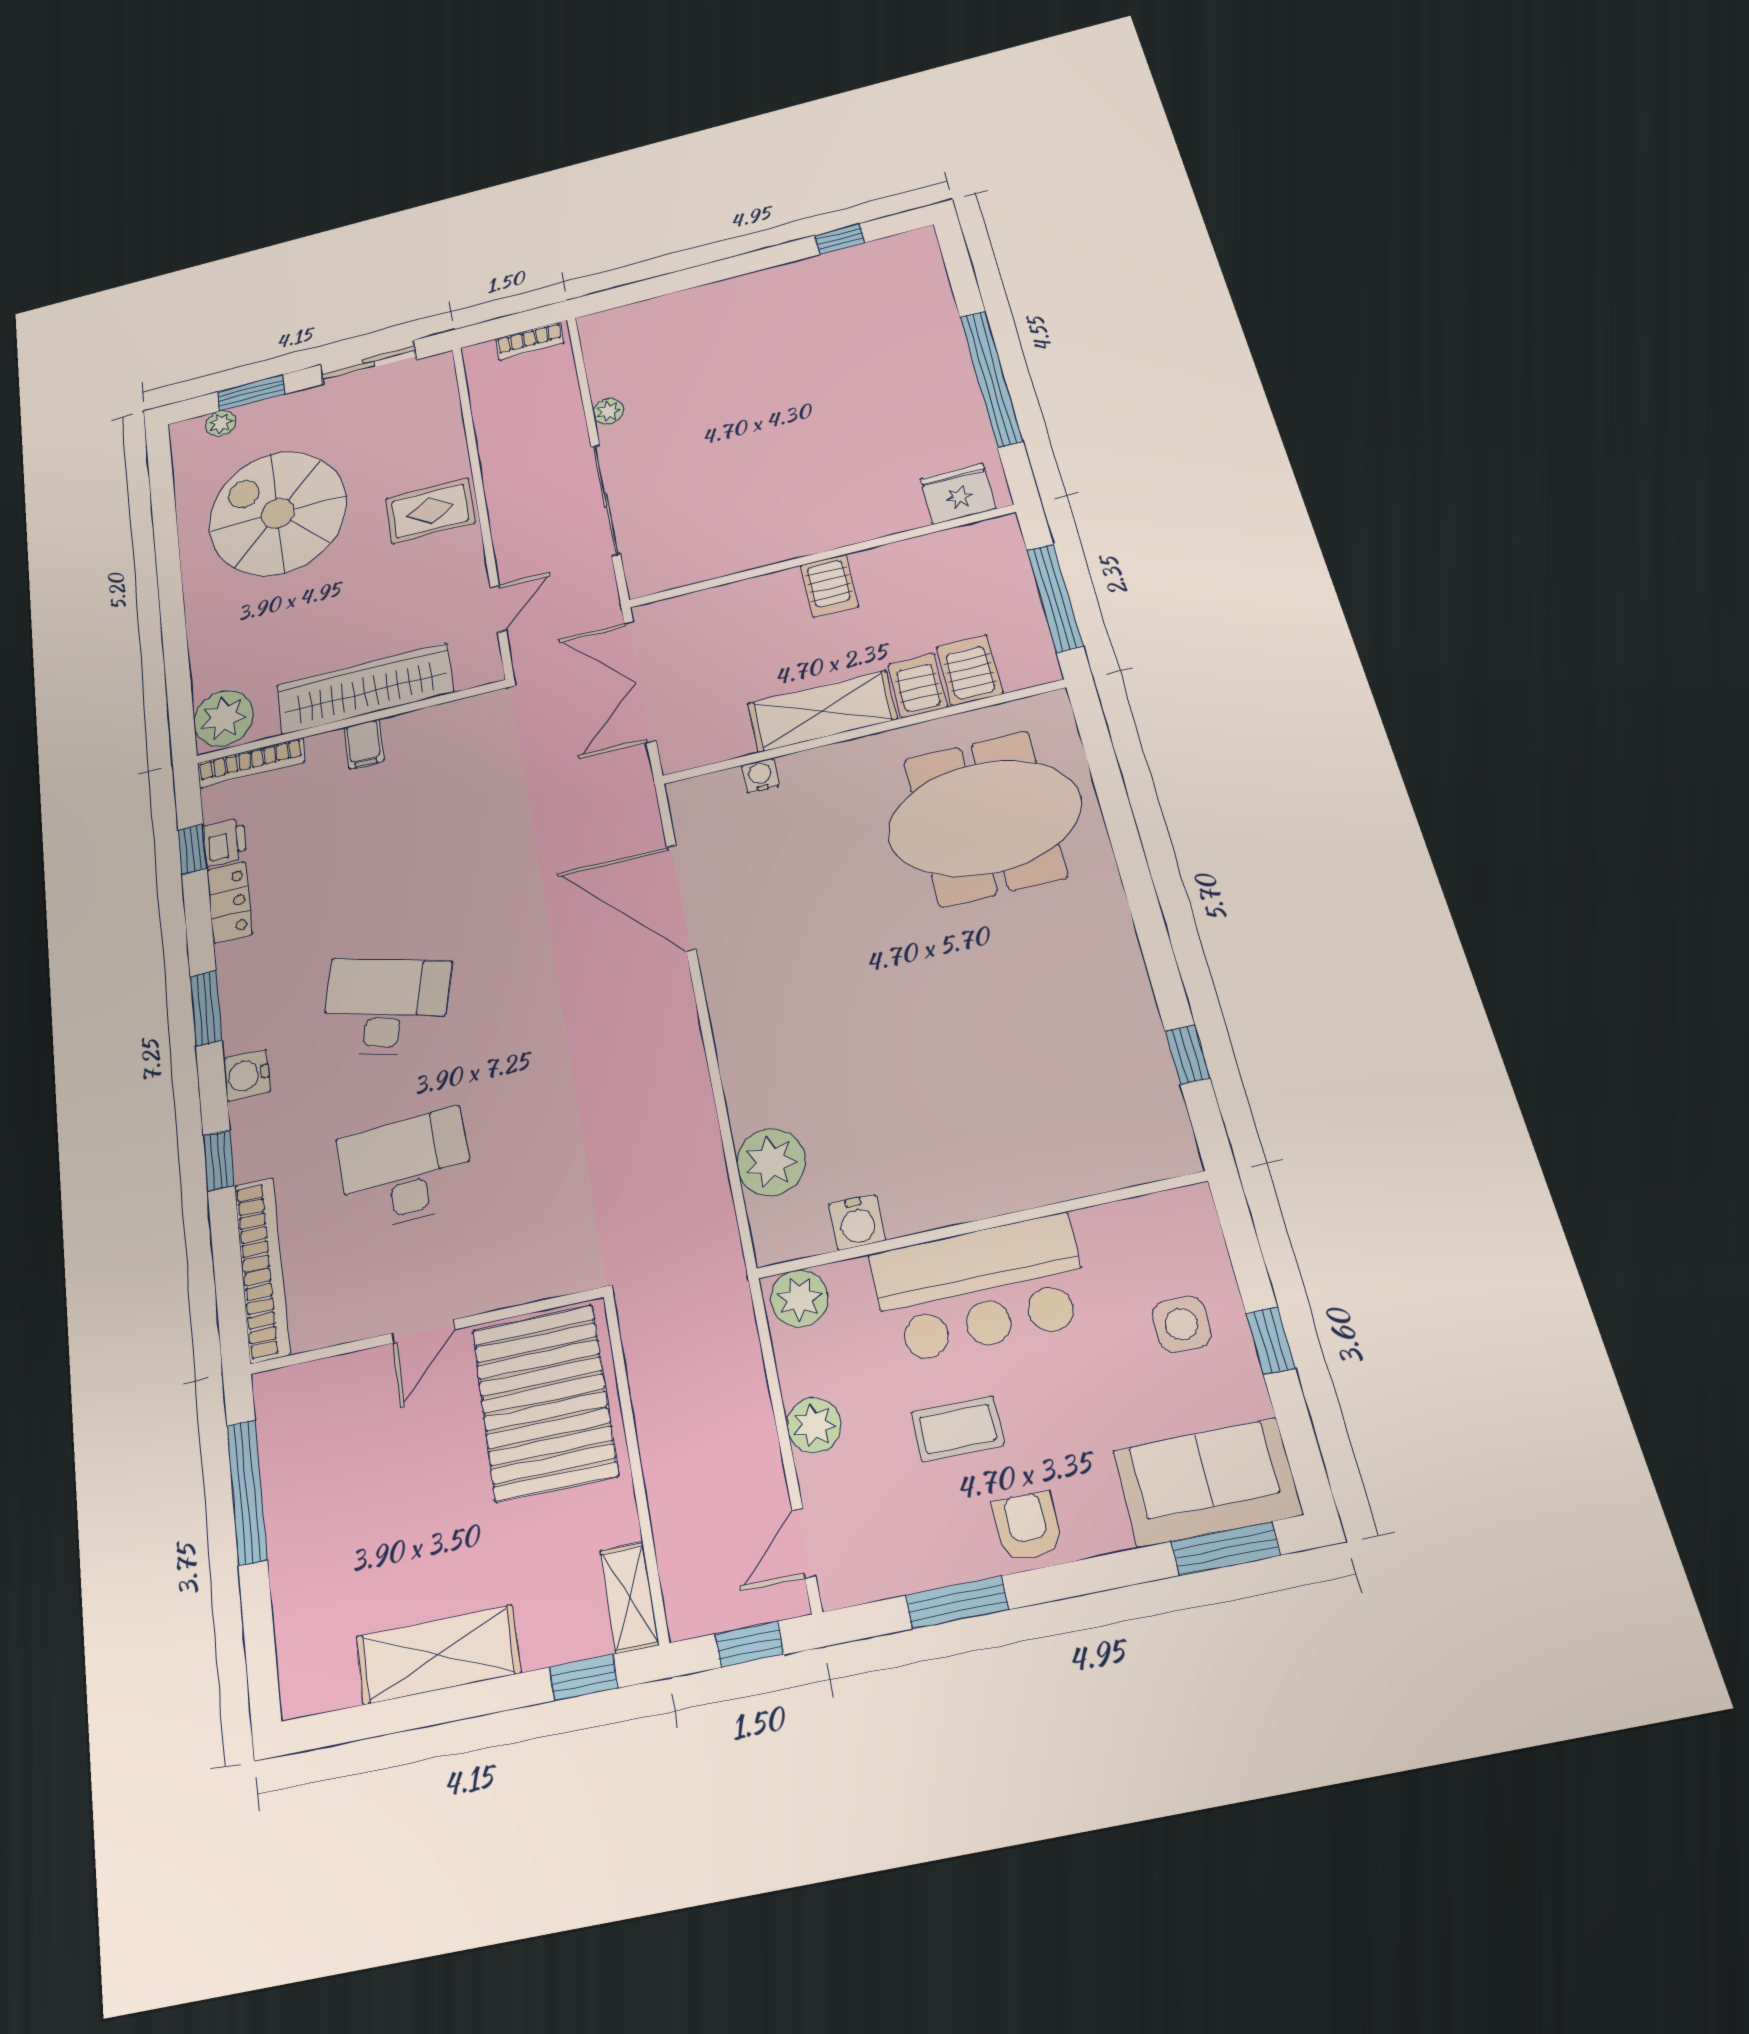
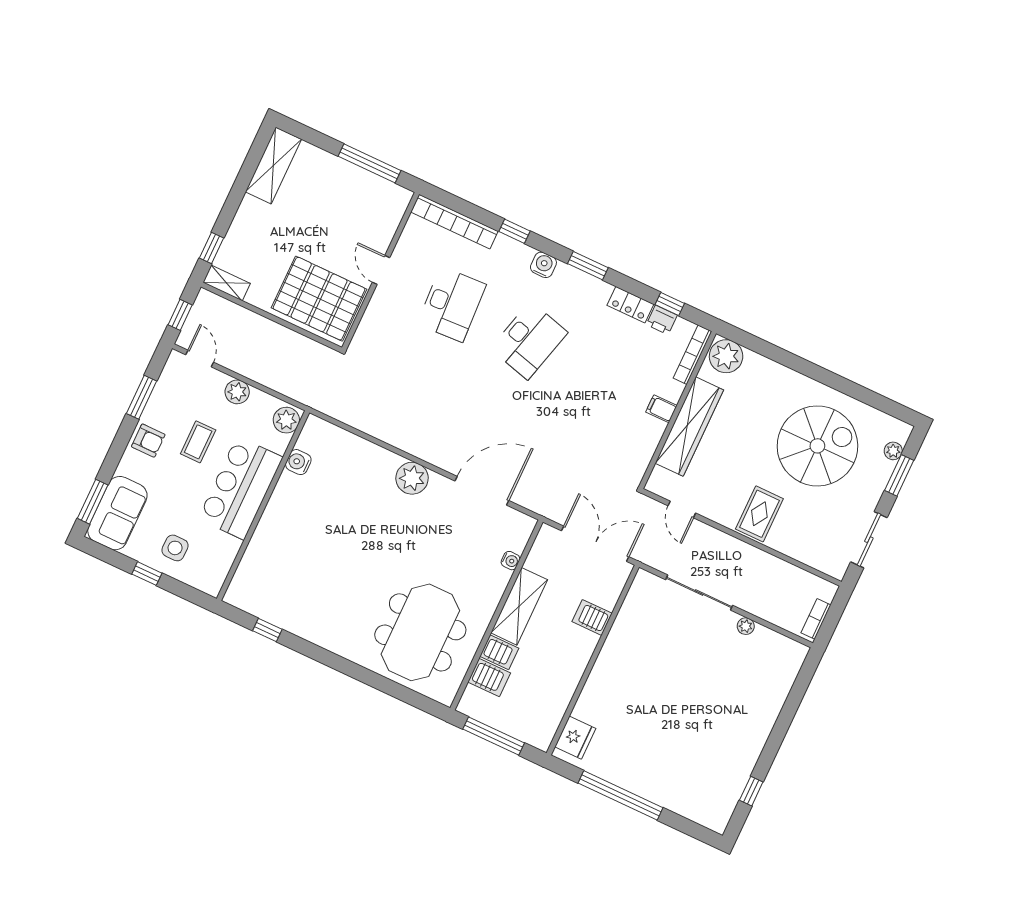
server rack: (829, 586) -> (592, 617), moved
plant: (771, 1162) -> (412, 478), moved
shelving: (438, 1655) -> (273, 166), moved

